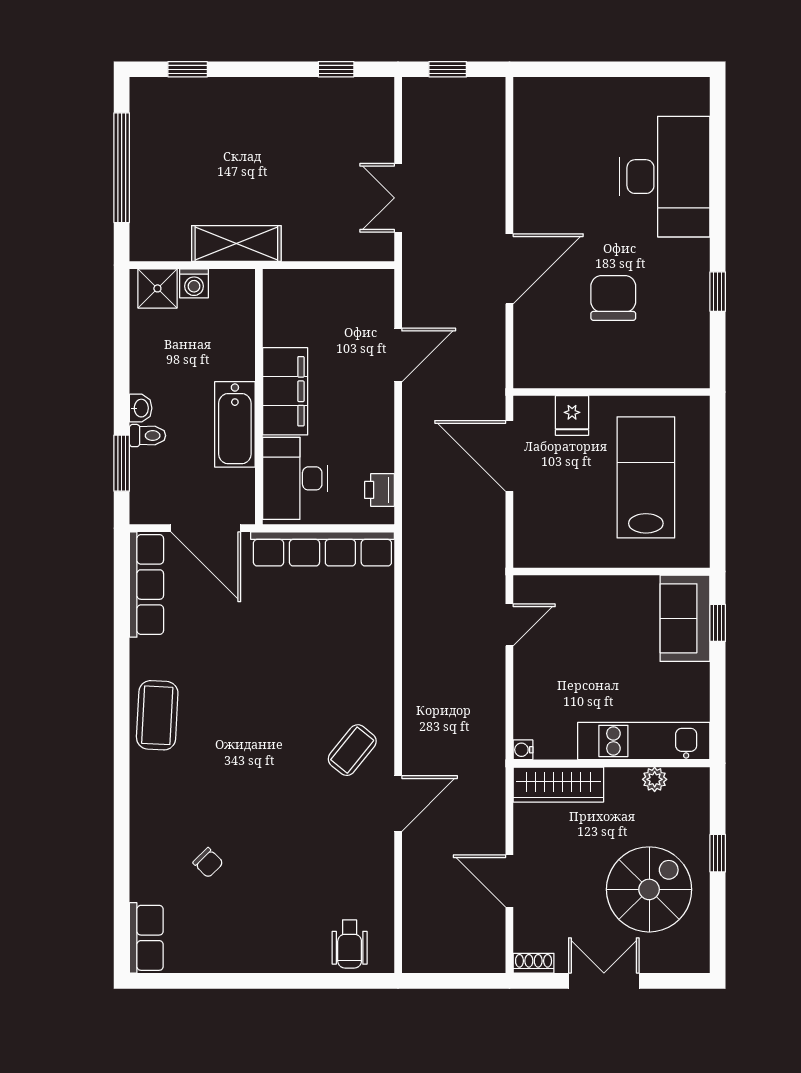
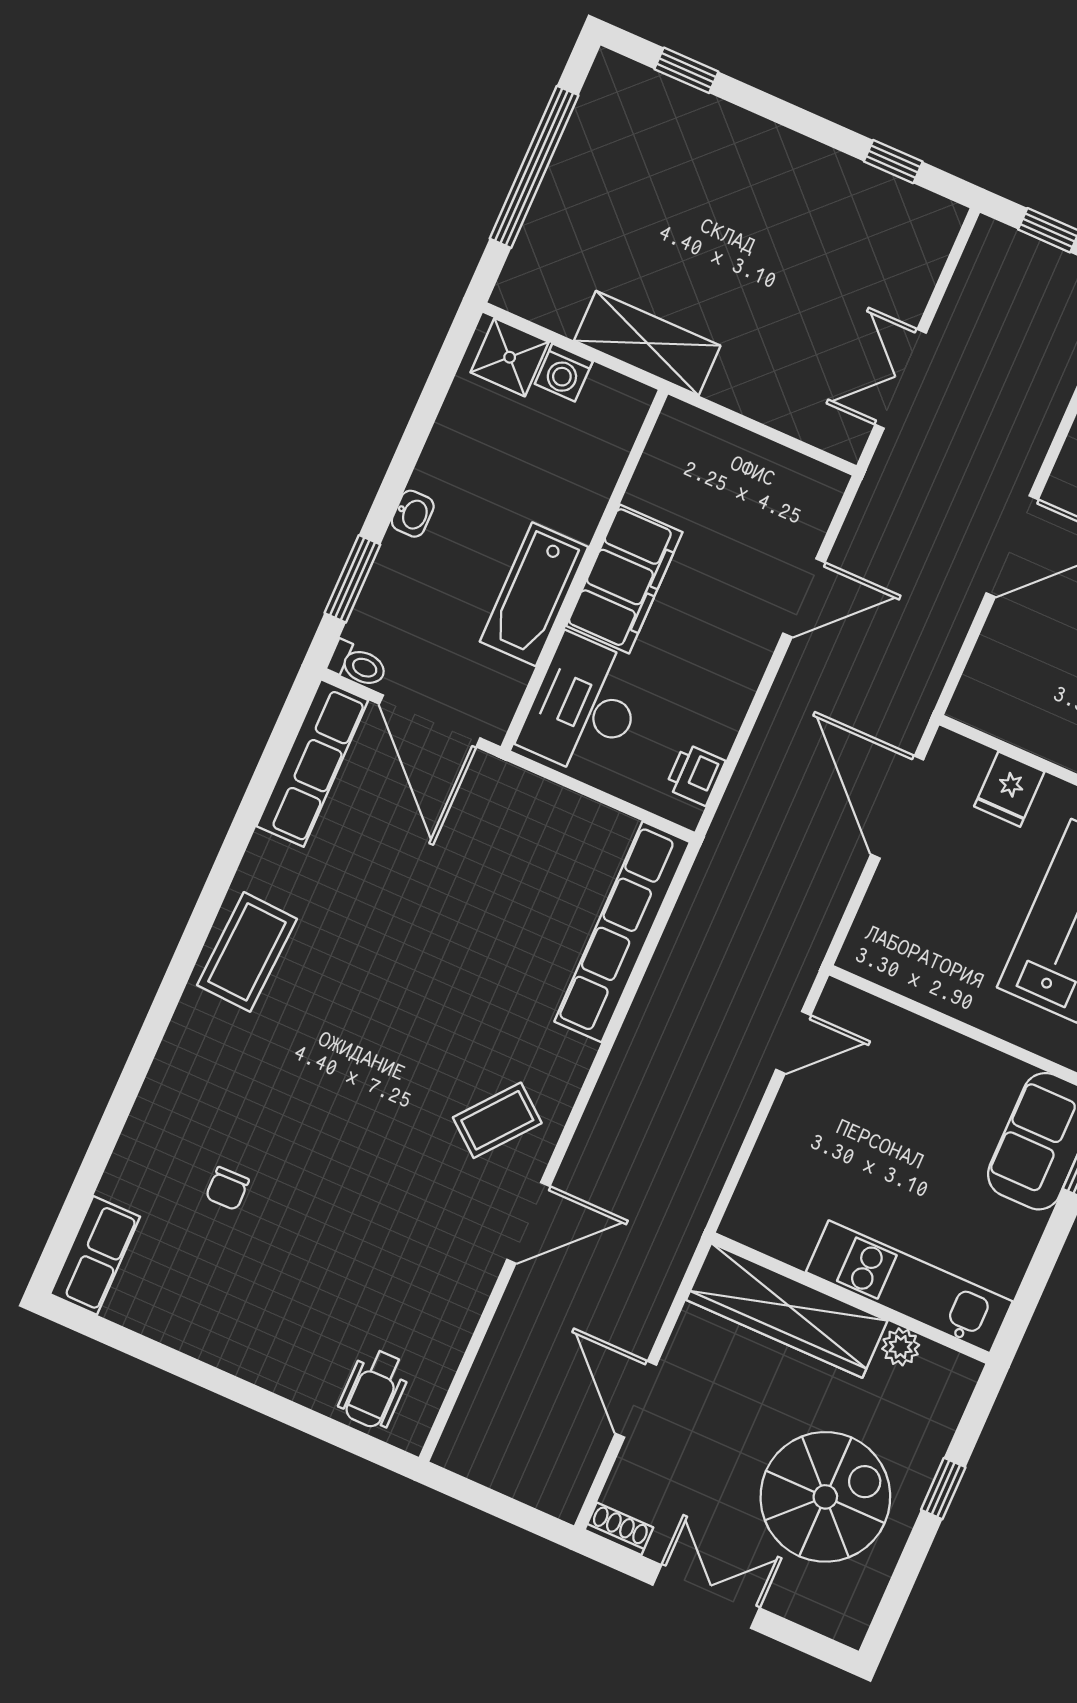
toilet: (148, 436) -> (358, 665), moved
row of seats: (322, 549) -> (622, 932), moved, turned 90
water cooler: (523, 750) -> (736, 1225), removed
wardrobe: (558, 785) -> (787, 1310), width x1.40, depth x1.17
chair: (208, 863) -> (227, 1189), turned 44

